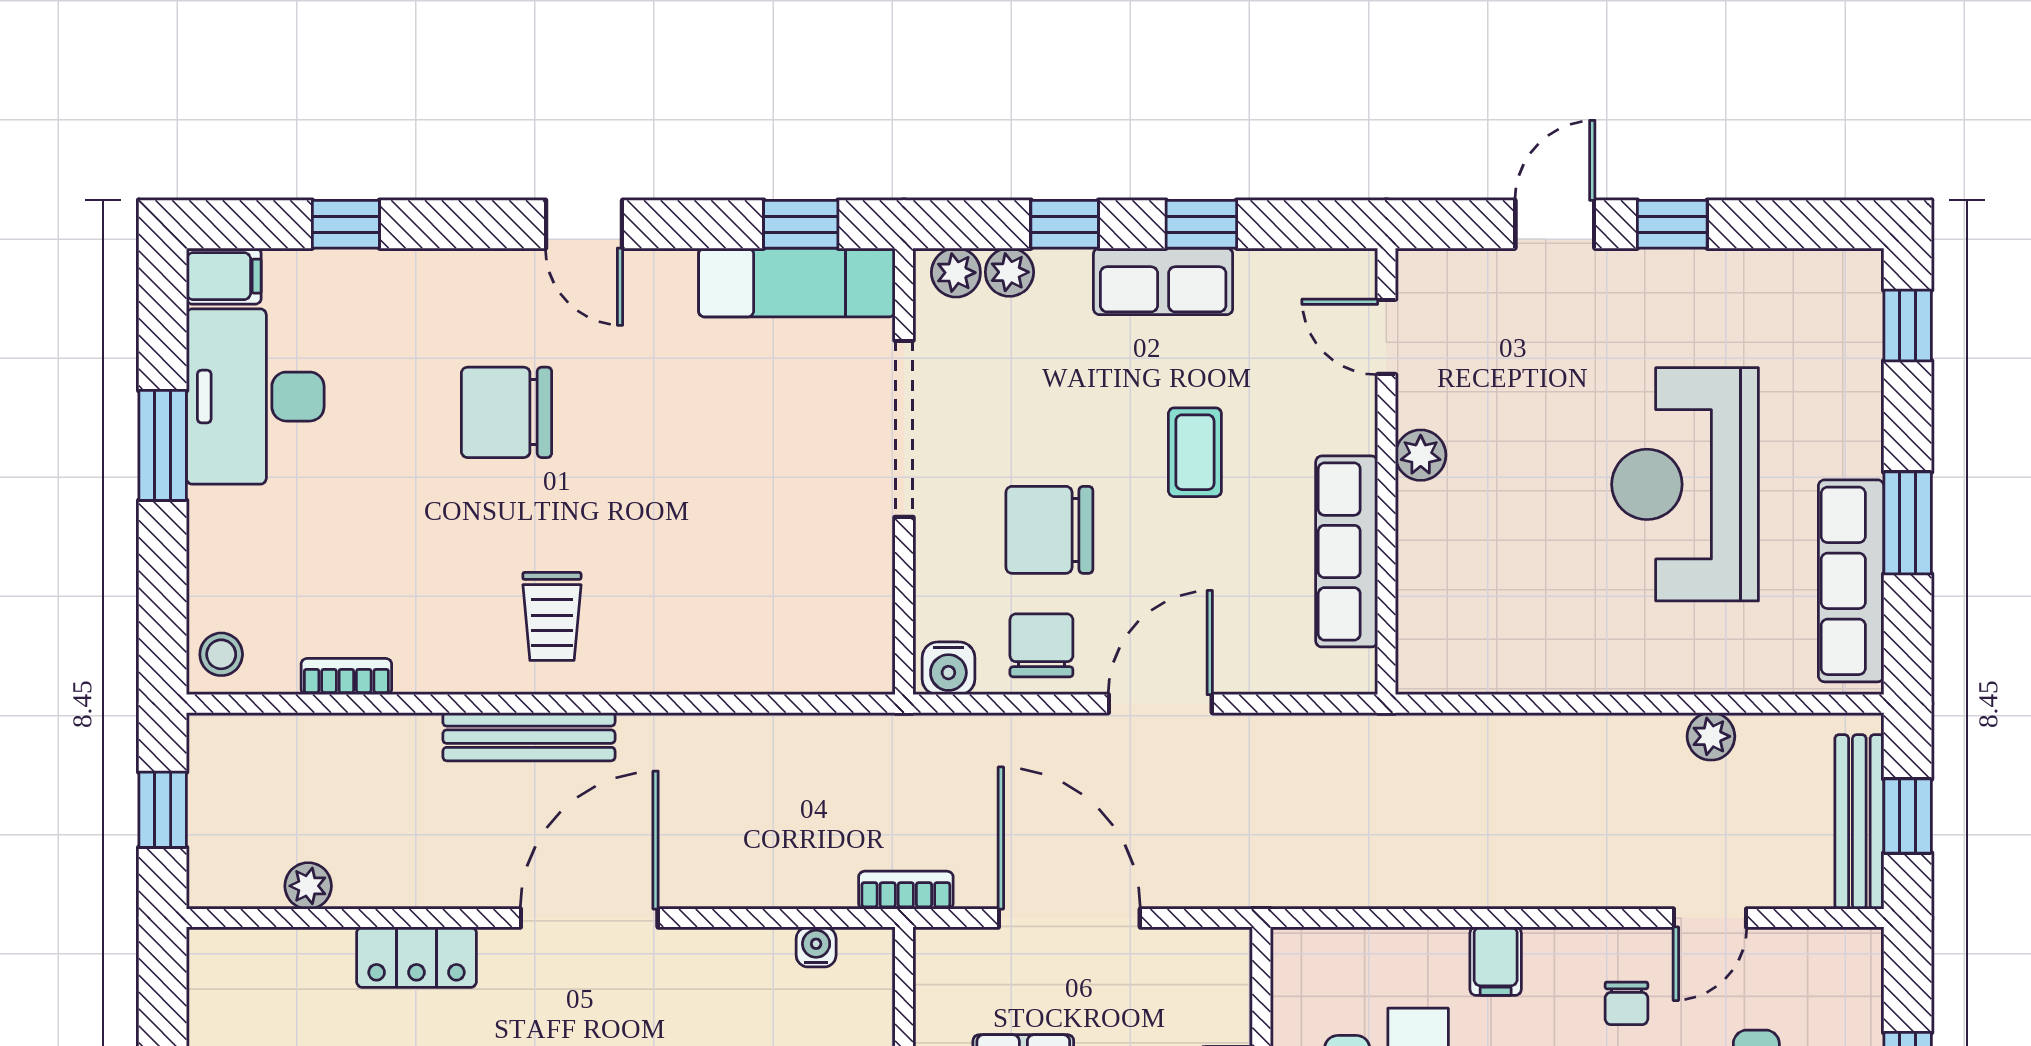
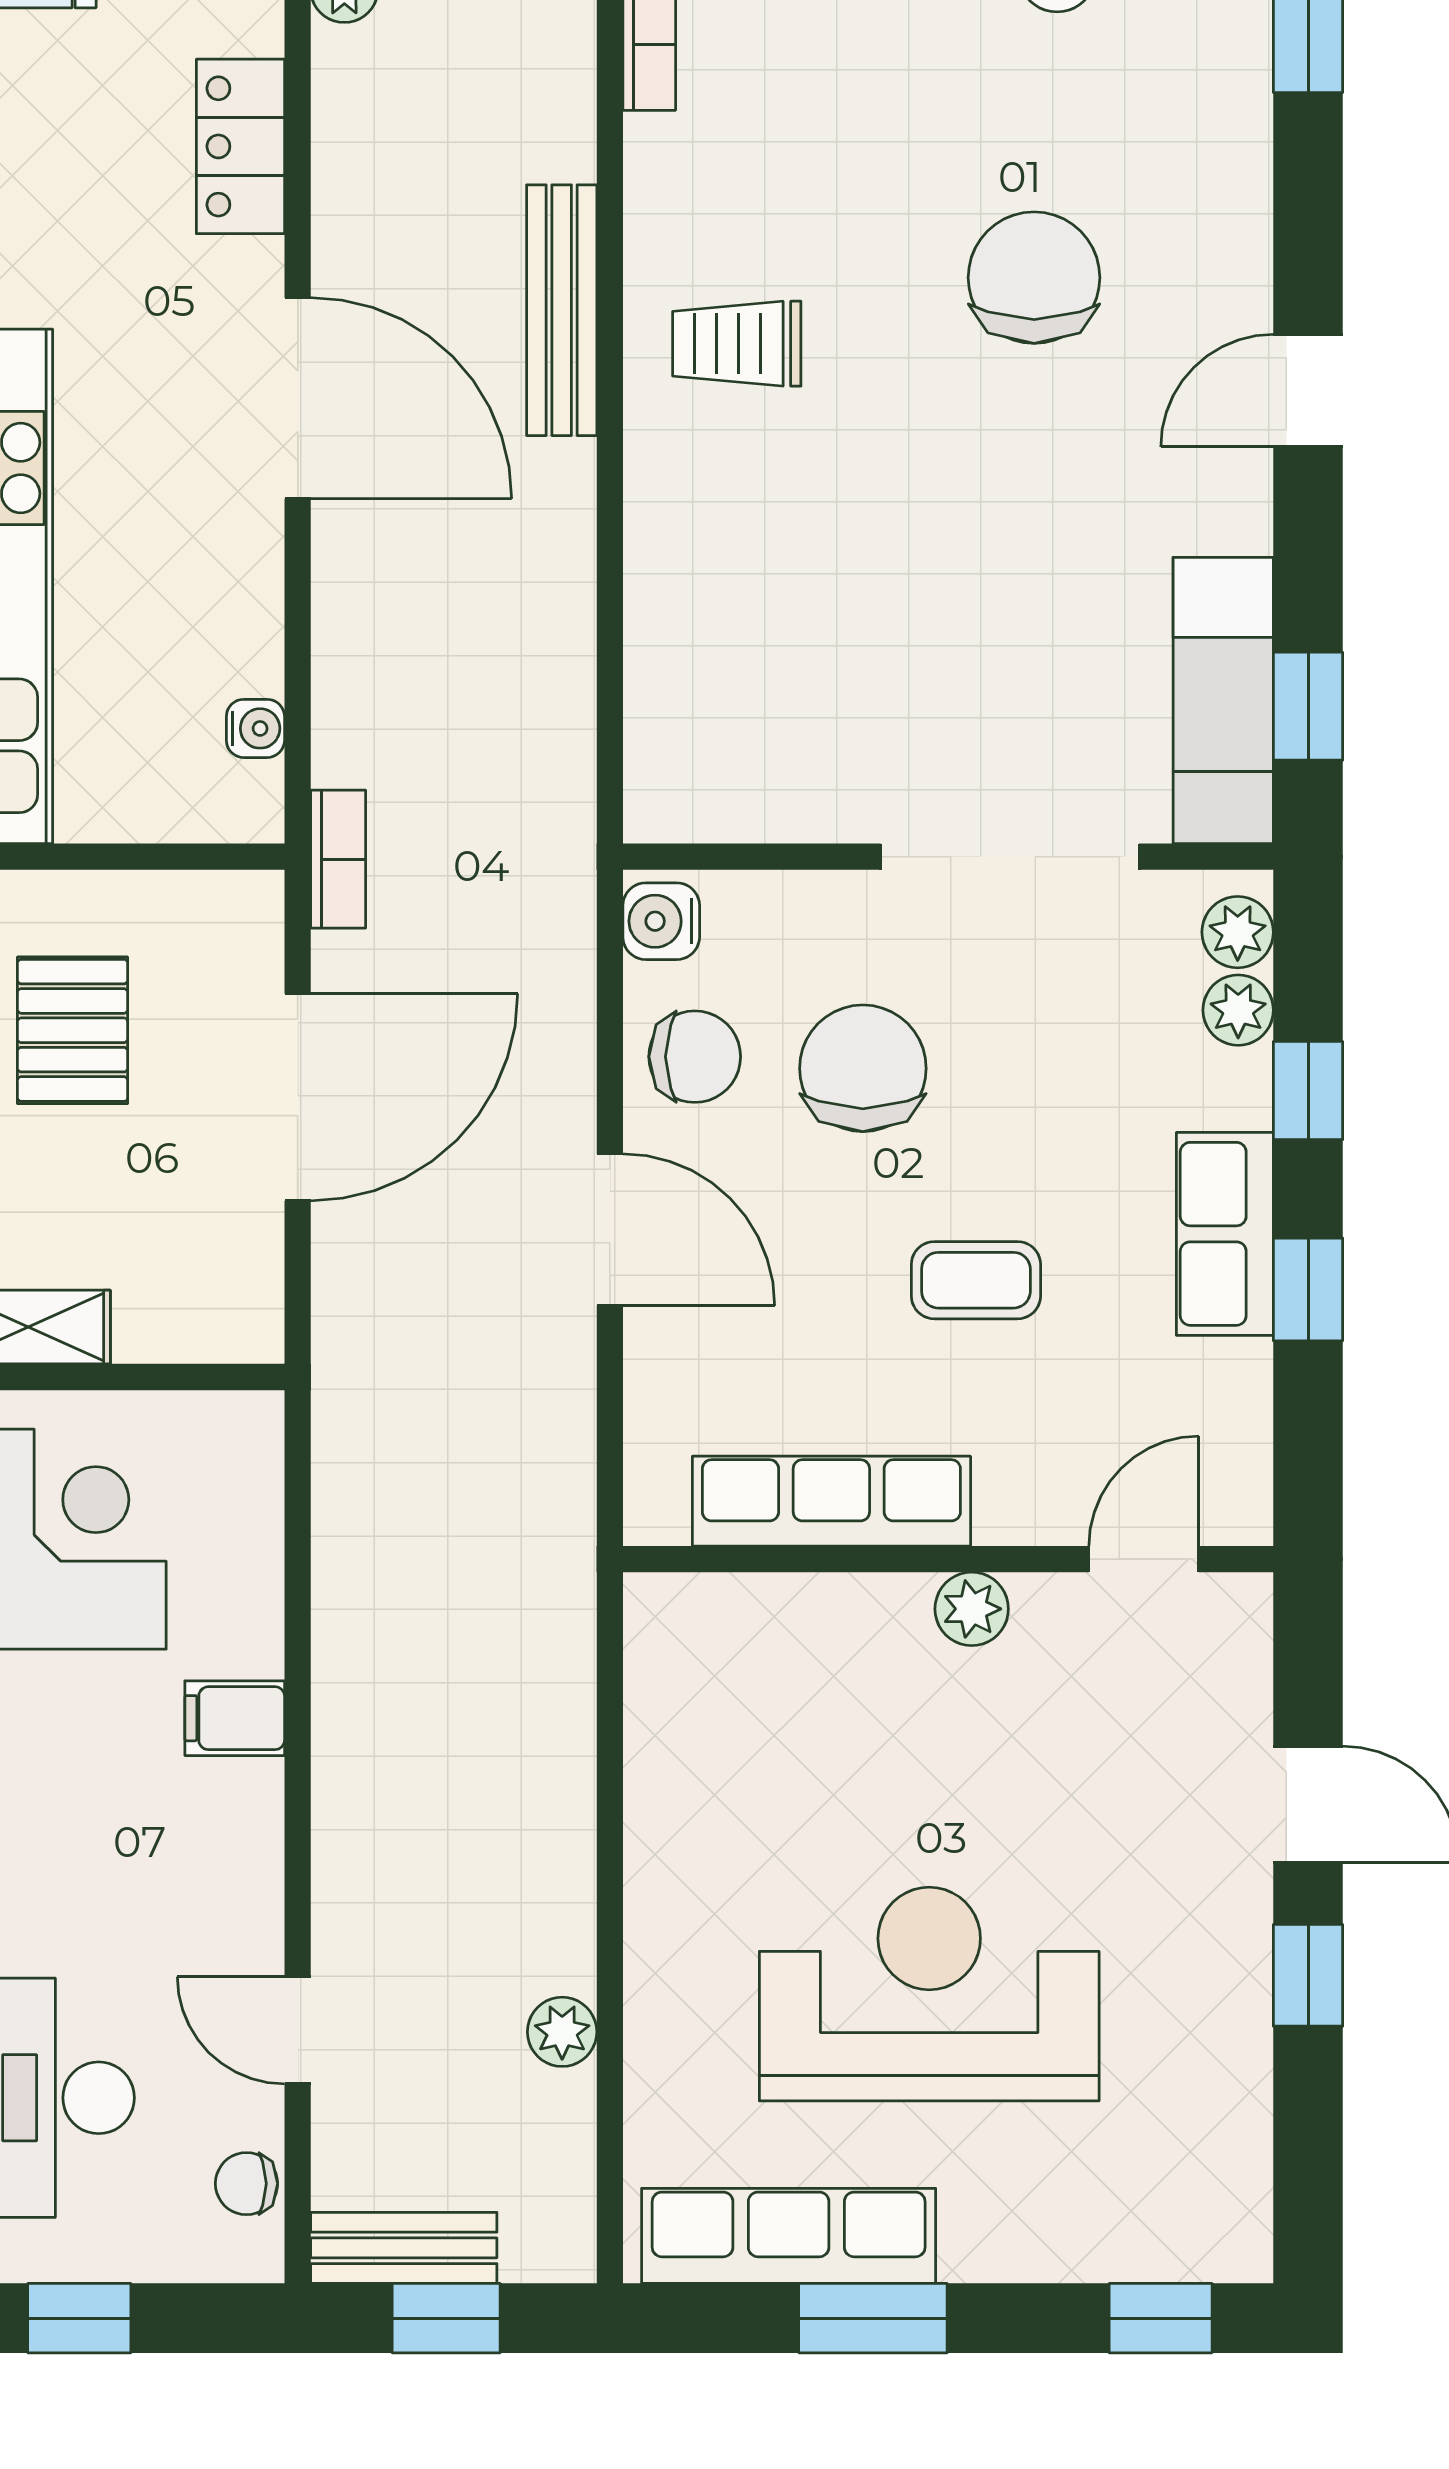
bench: (1859, 822) -> (404, 2248), width x0.73
chair: (1626, 1003) -> (246, 2184), moved

